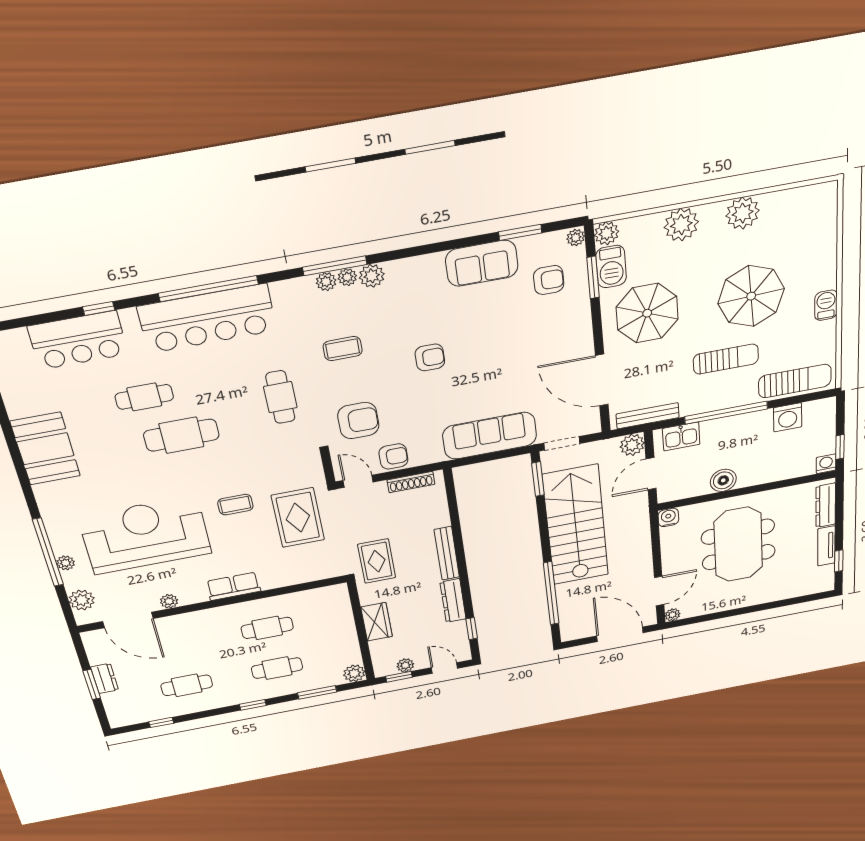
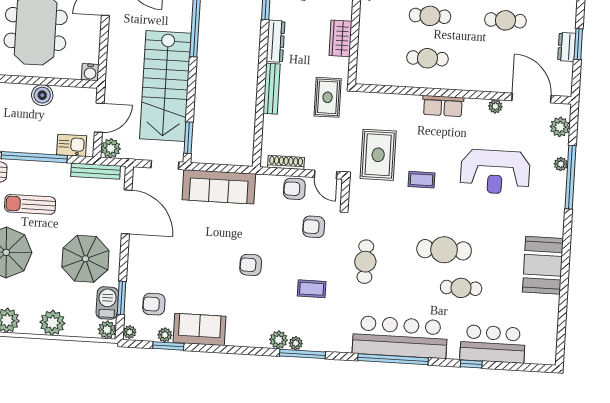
plant: (326, 282) -> (165, 335), moved
armchair: (358, 421) -> (314, 227), width x0.72, depth x0.72
reception desk: (145, 535) -> (495, 172), width x0.74, depth x0.77

